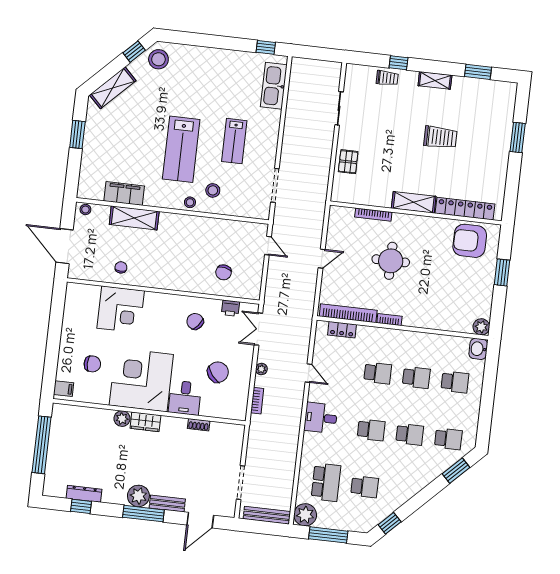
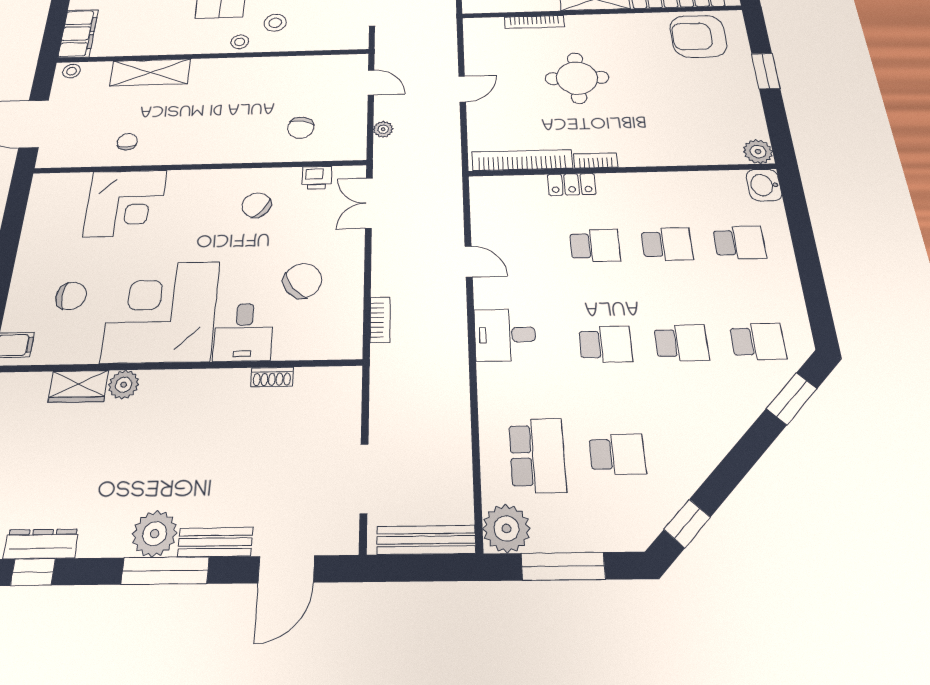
filing cabinet: (124, 193) -> (78, 33), moved, turned 90
locker: (342, 330) -> (572, 184), moved
plant: (261, 369) -> (383, 129), moved
wardrobe: (145, 422) -> (78, 386), moved

